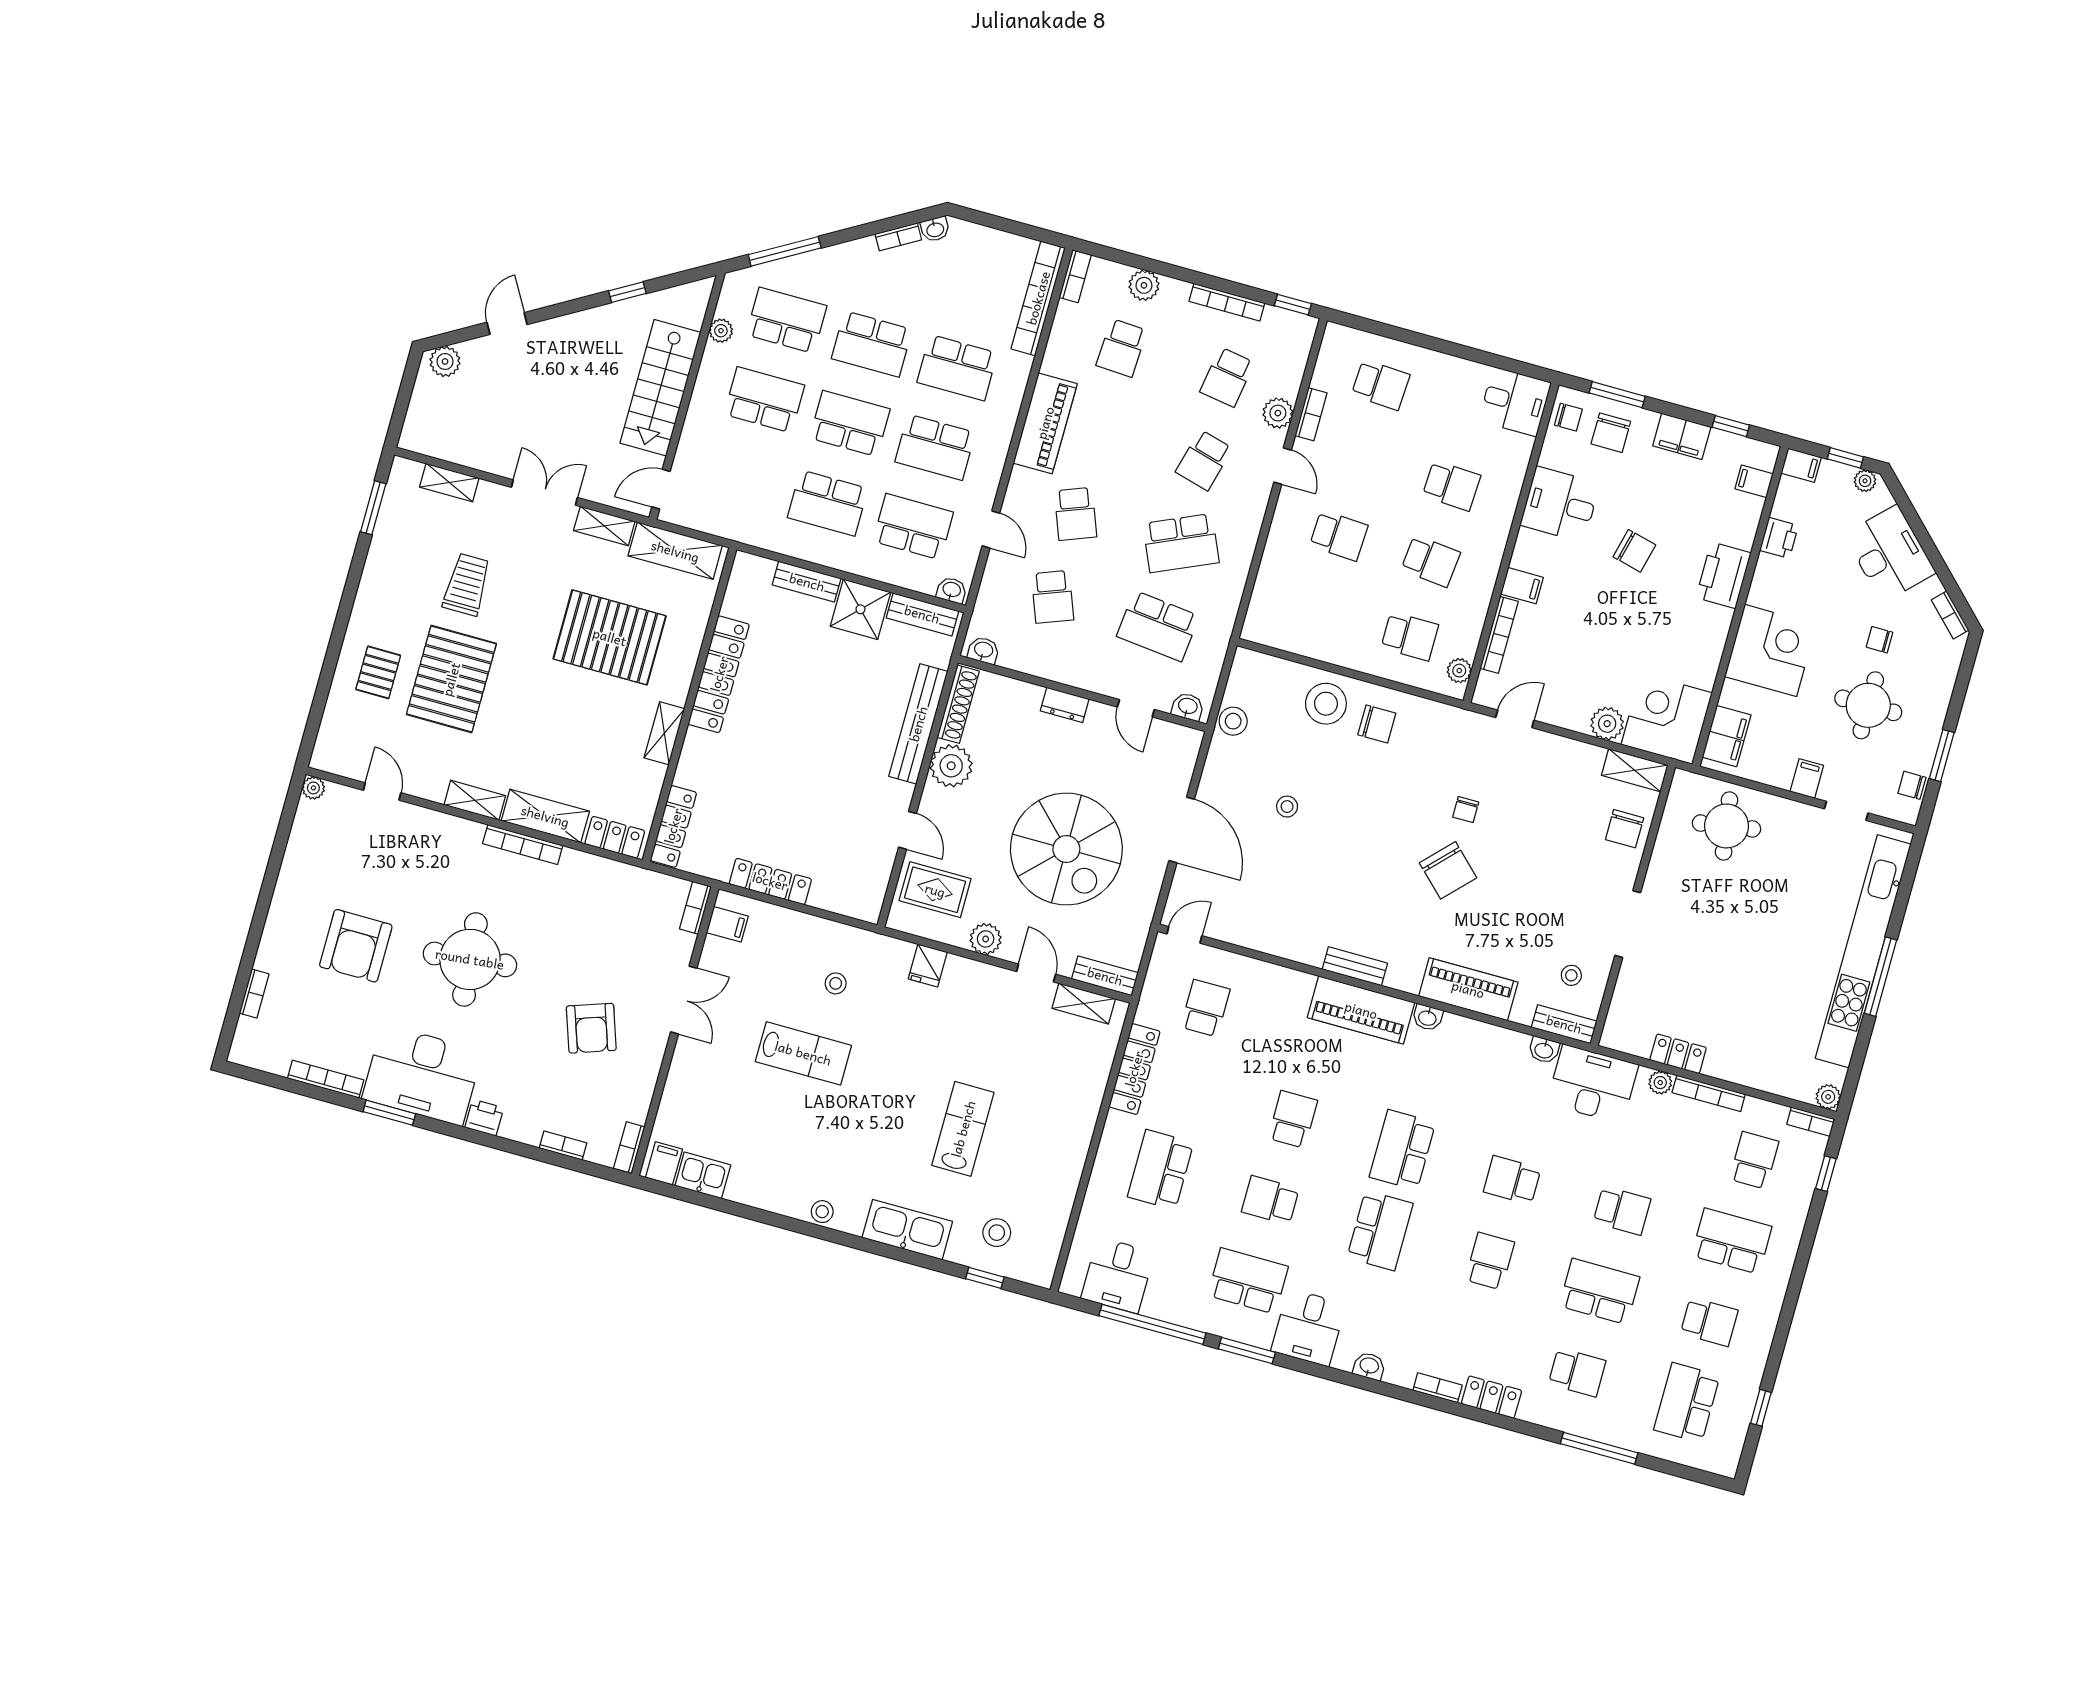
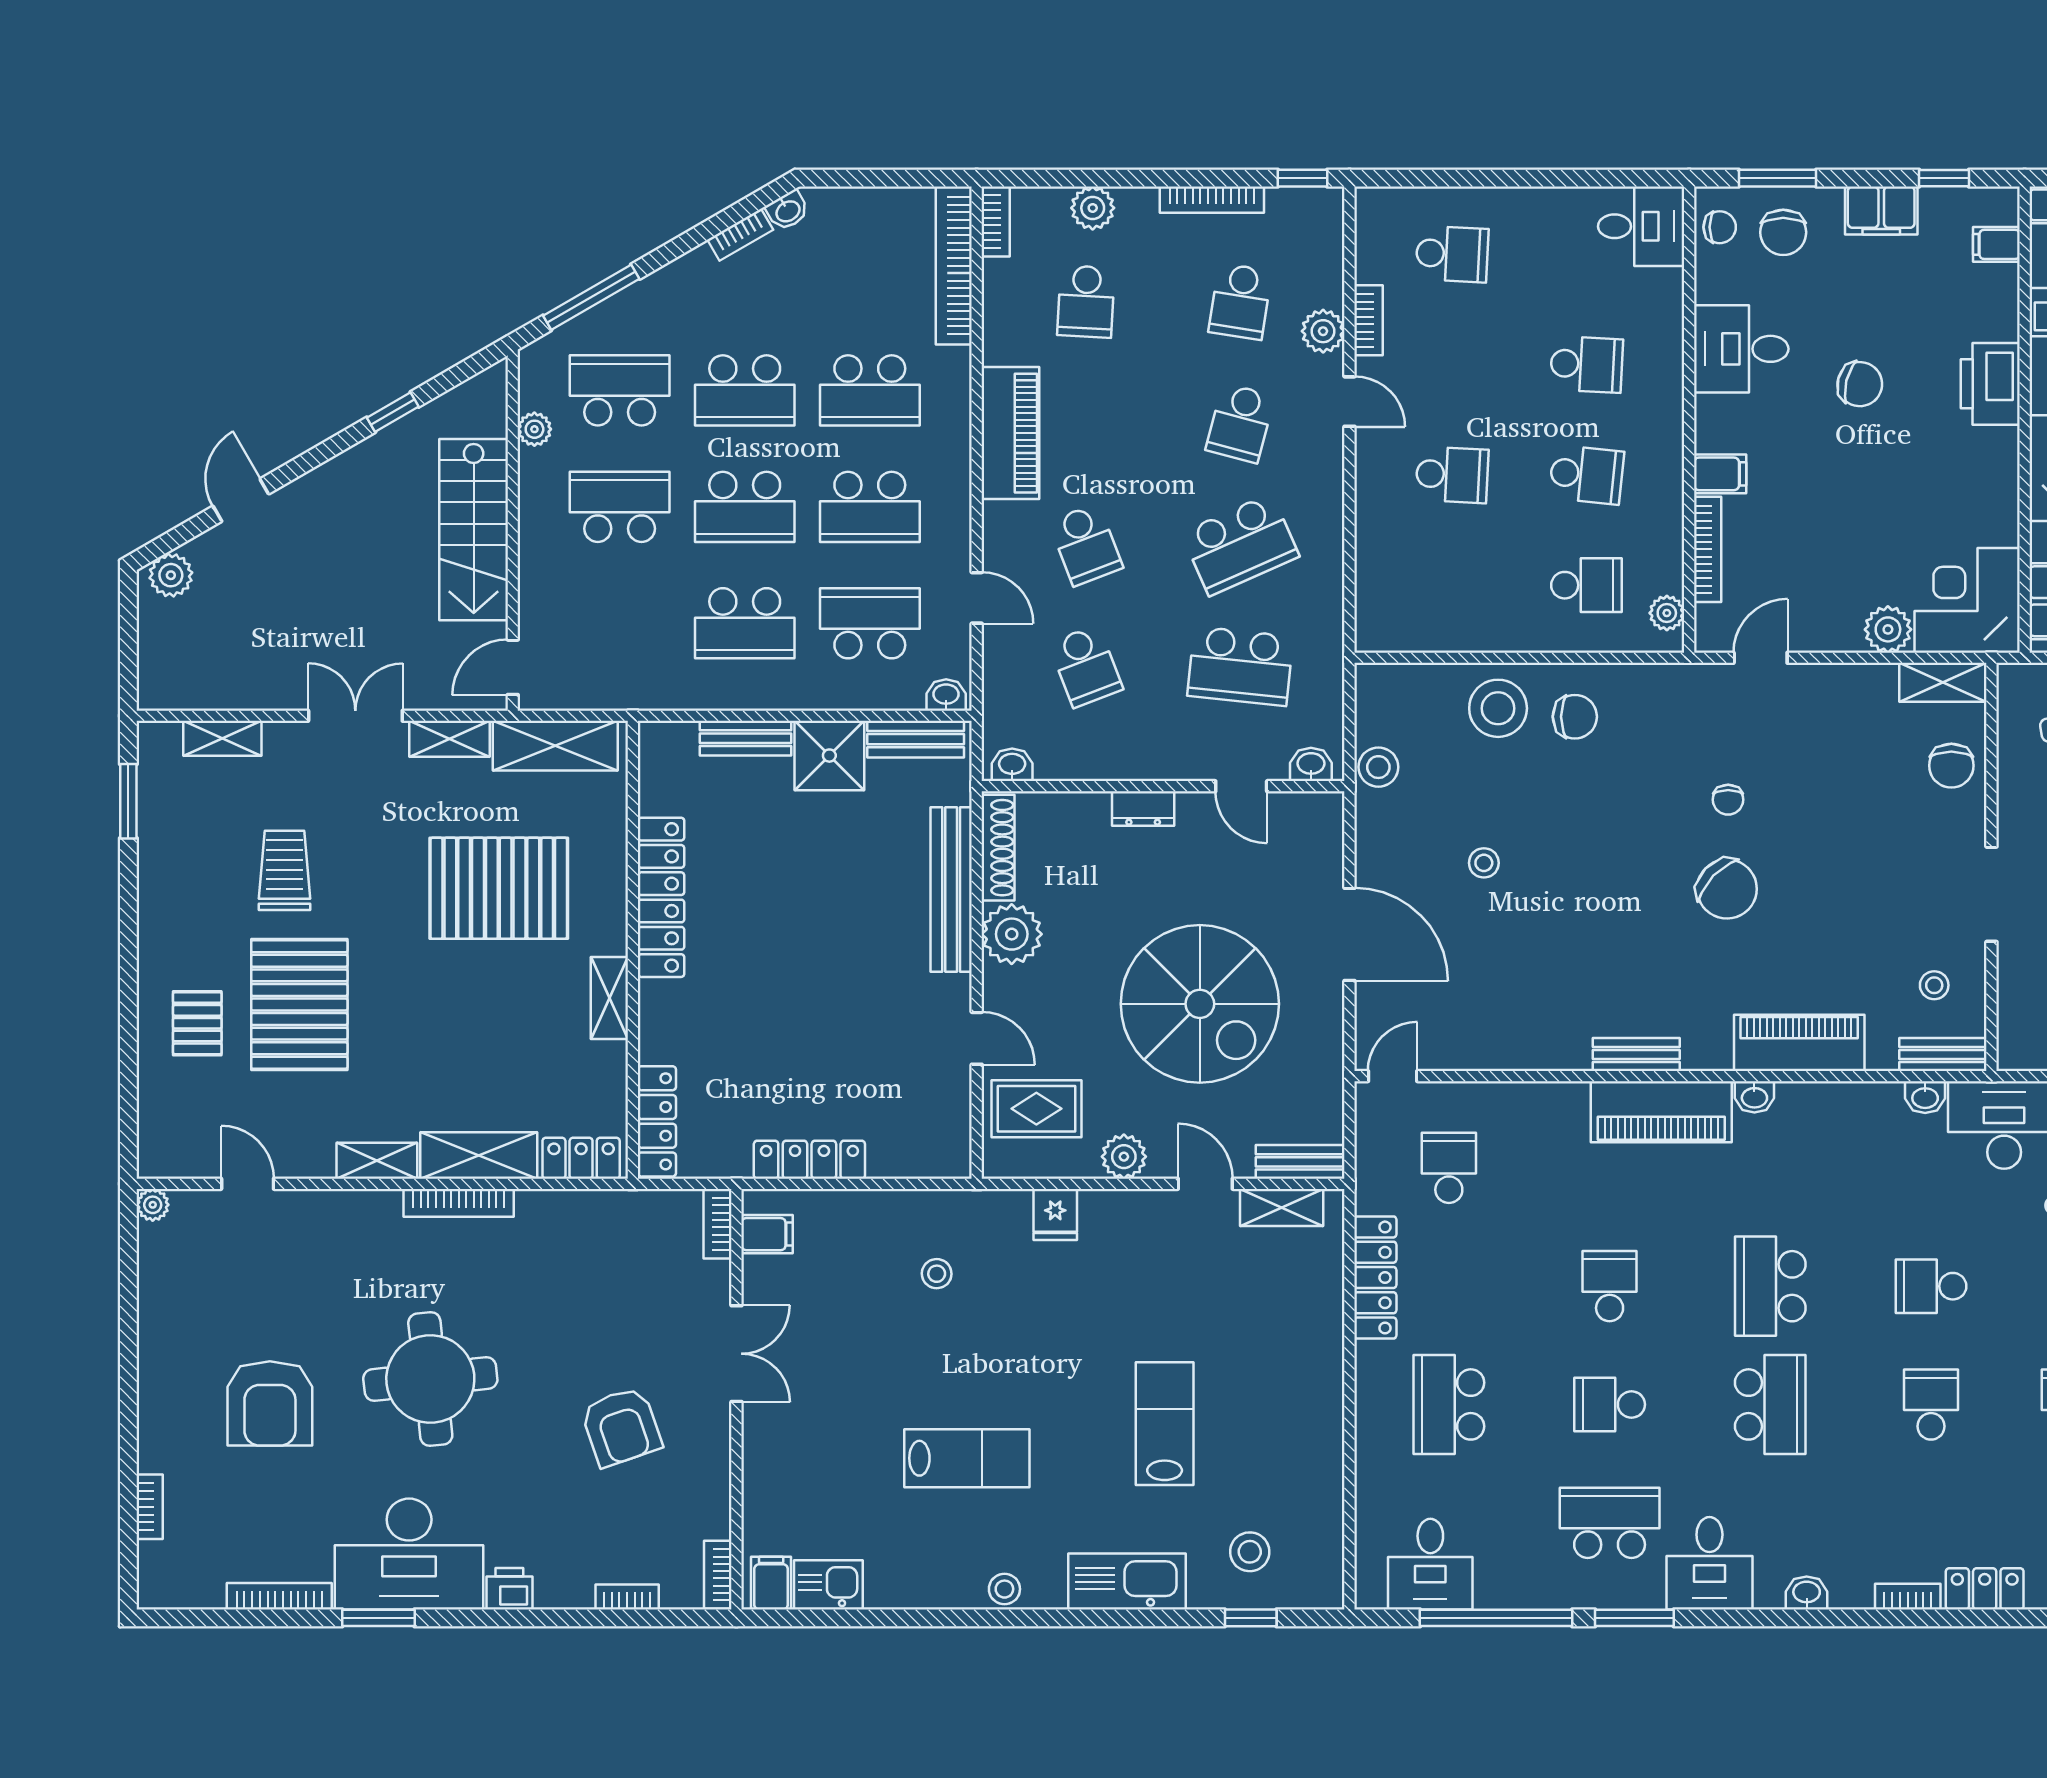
school desk: (850, 423) -> (745, 507), turned 180
lab bench: (803, 1053) -> (967, 1458), moved

